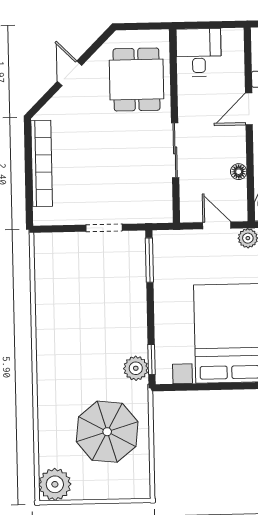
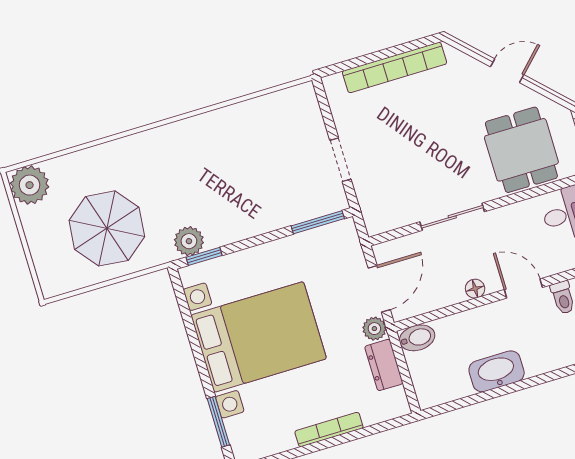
dining table: (137, 79) -> (521, 150), turned 90
floor lamp: (239, 172) -> (475, 289), moved
door: (217, 225) -> (379, 289), width x1.38

